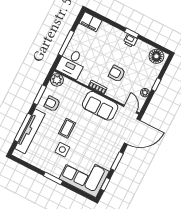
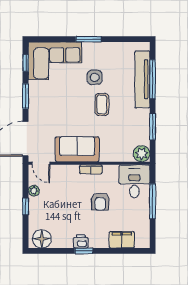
filing cabinet: (90, 22) -> (122, 240), moved
armchair: (117, 73) -> (100, 202), moved, turned 90
armchair: (52, 104) -> (133, 124), removed

